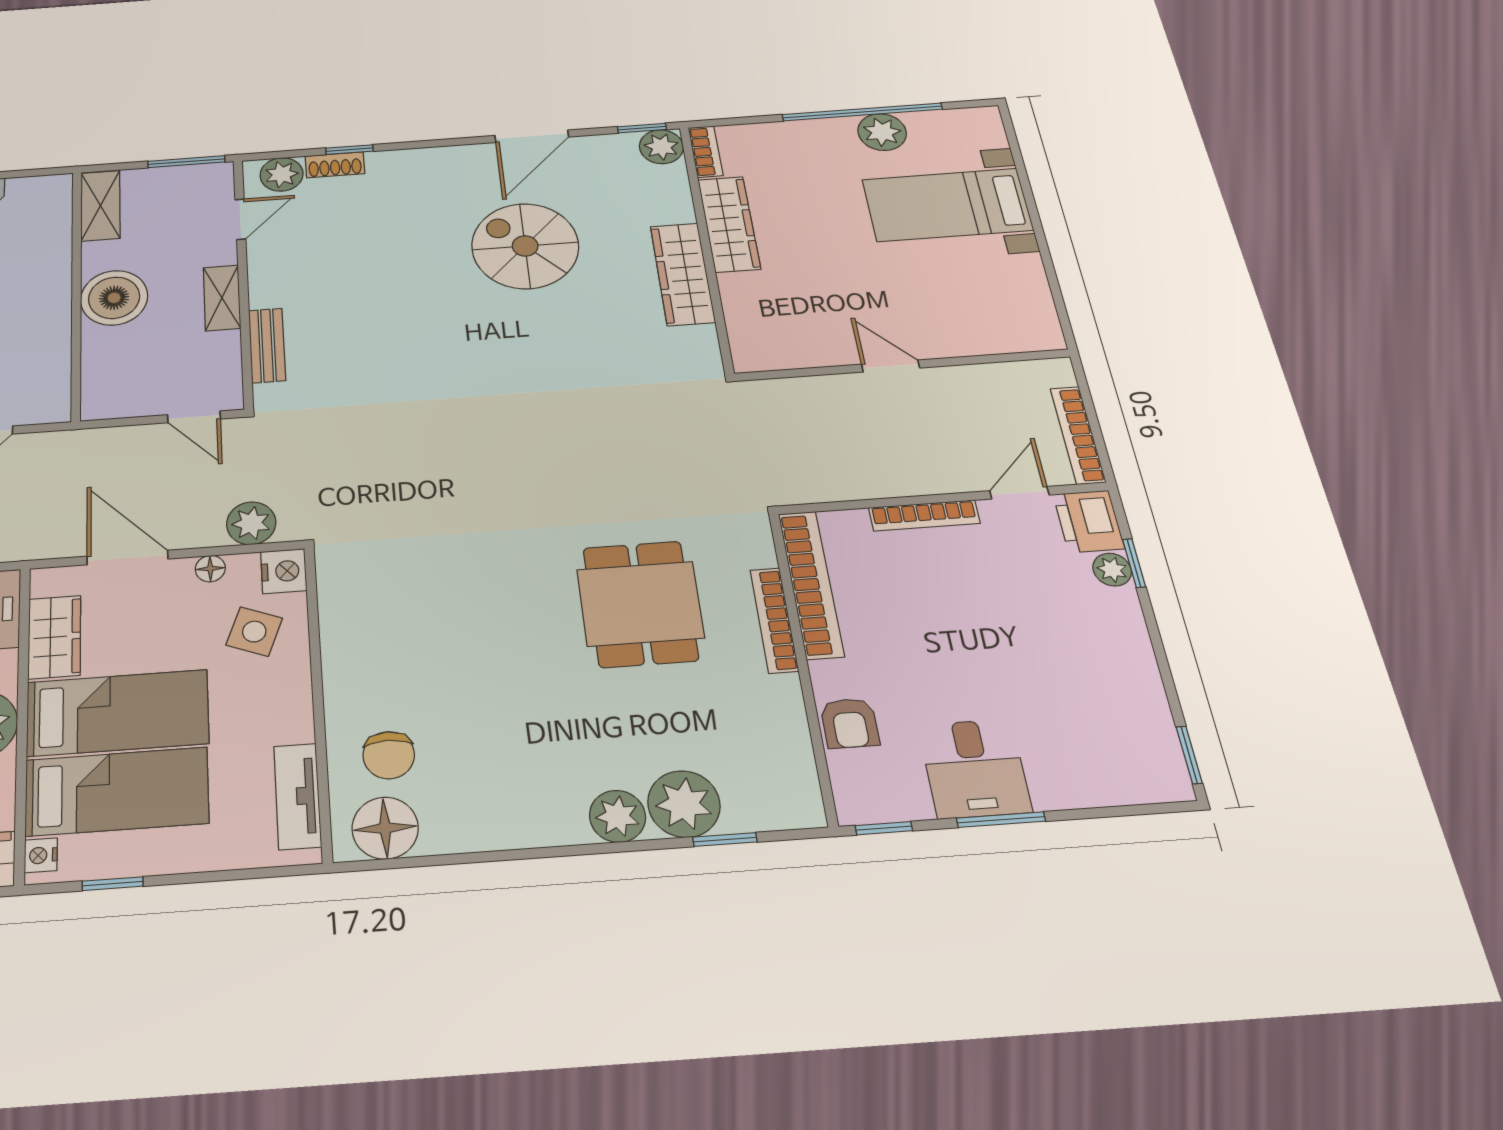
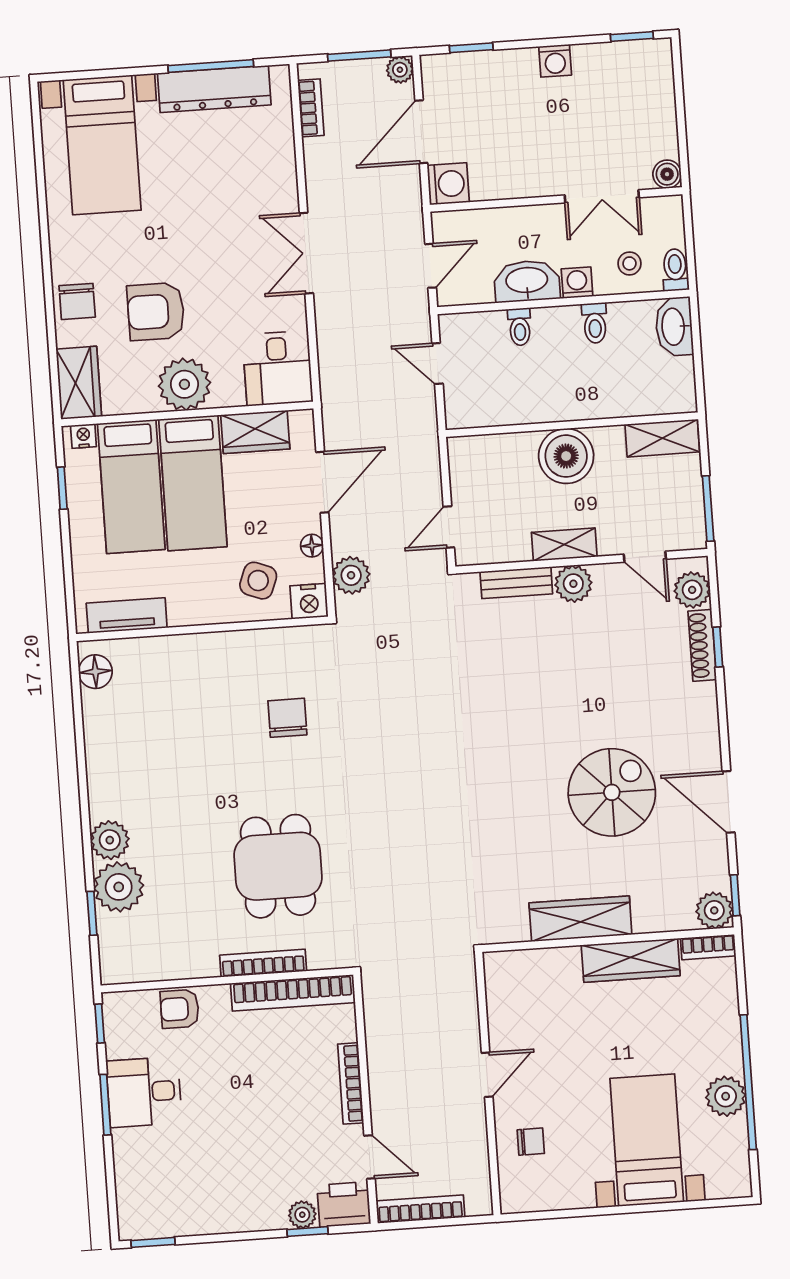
shoe rack: (335, 165) -> (702, 645), width x1.43
plant: (270, 288) -> (573, 584), added
chair: (969, 319) -> (531, 1142), added
dining table: (640, 604) -> (278, 866), turned 90
chair: (389, 755) -> (287, 718), moved, turned 90
floor lamp: (385, 828) -> (95, 672), width x0.73, depth x0.73

